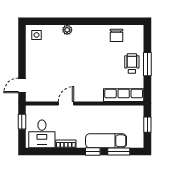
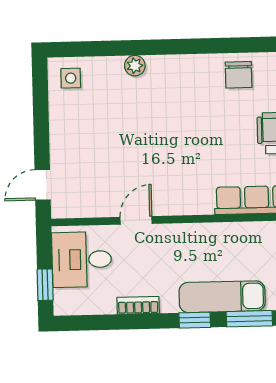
window: (22, 122) -> (45, 285), moved
desk: (42, 134) -> (82, 259), moved, turned 90

